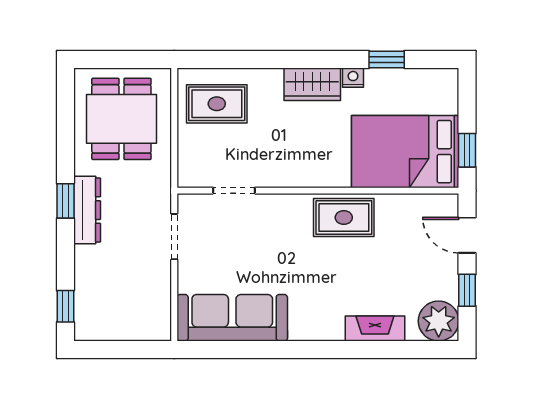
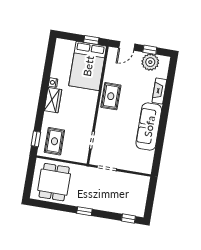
window: (387, 59) -> (36, 139), moved
dining table: (121, 119) -> (54, 182), turned 90
dresser: (87, 210) -> (90, 203), removed
sofa: (232, 318) -> (149, 126), moved
plant: (439, 321) -> (150, 62), moved

